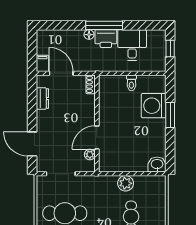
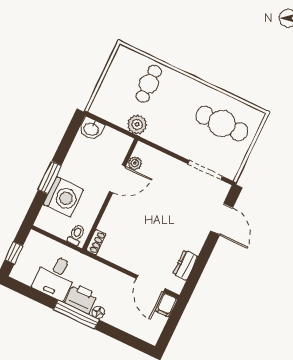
shoe rack: (91, 84) -> (96, 242), moved
wall: (97, 124) -> (110, 194), moved
door: (97, 137) -> (118, 179), moved
plant: (90, 155) -> (135, 163), moved

